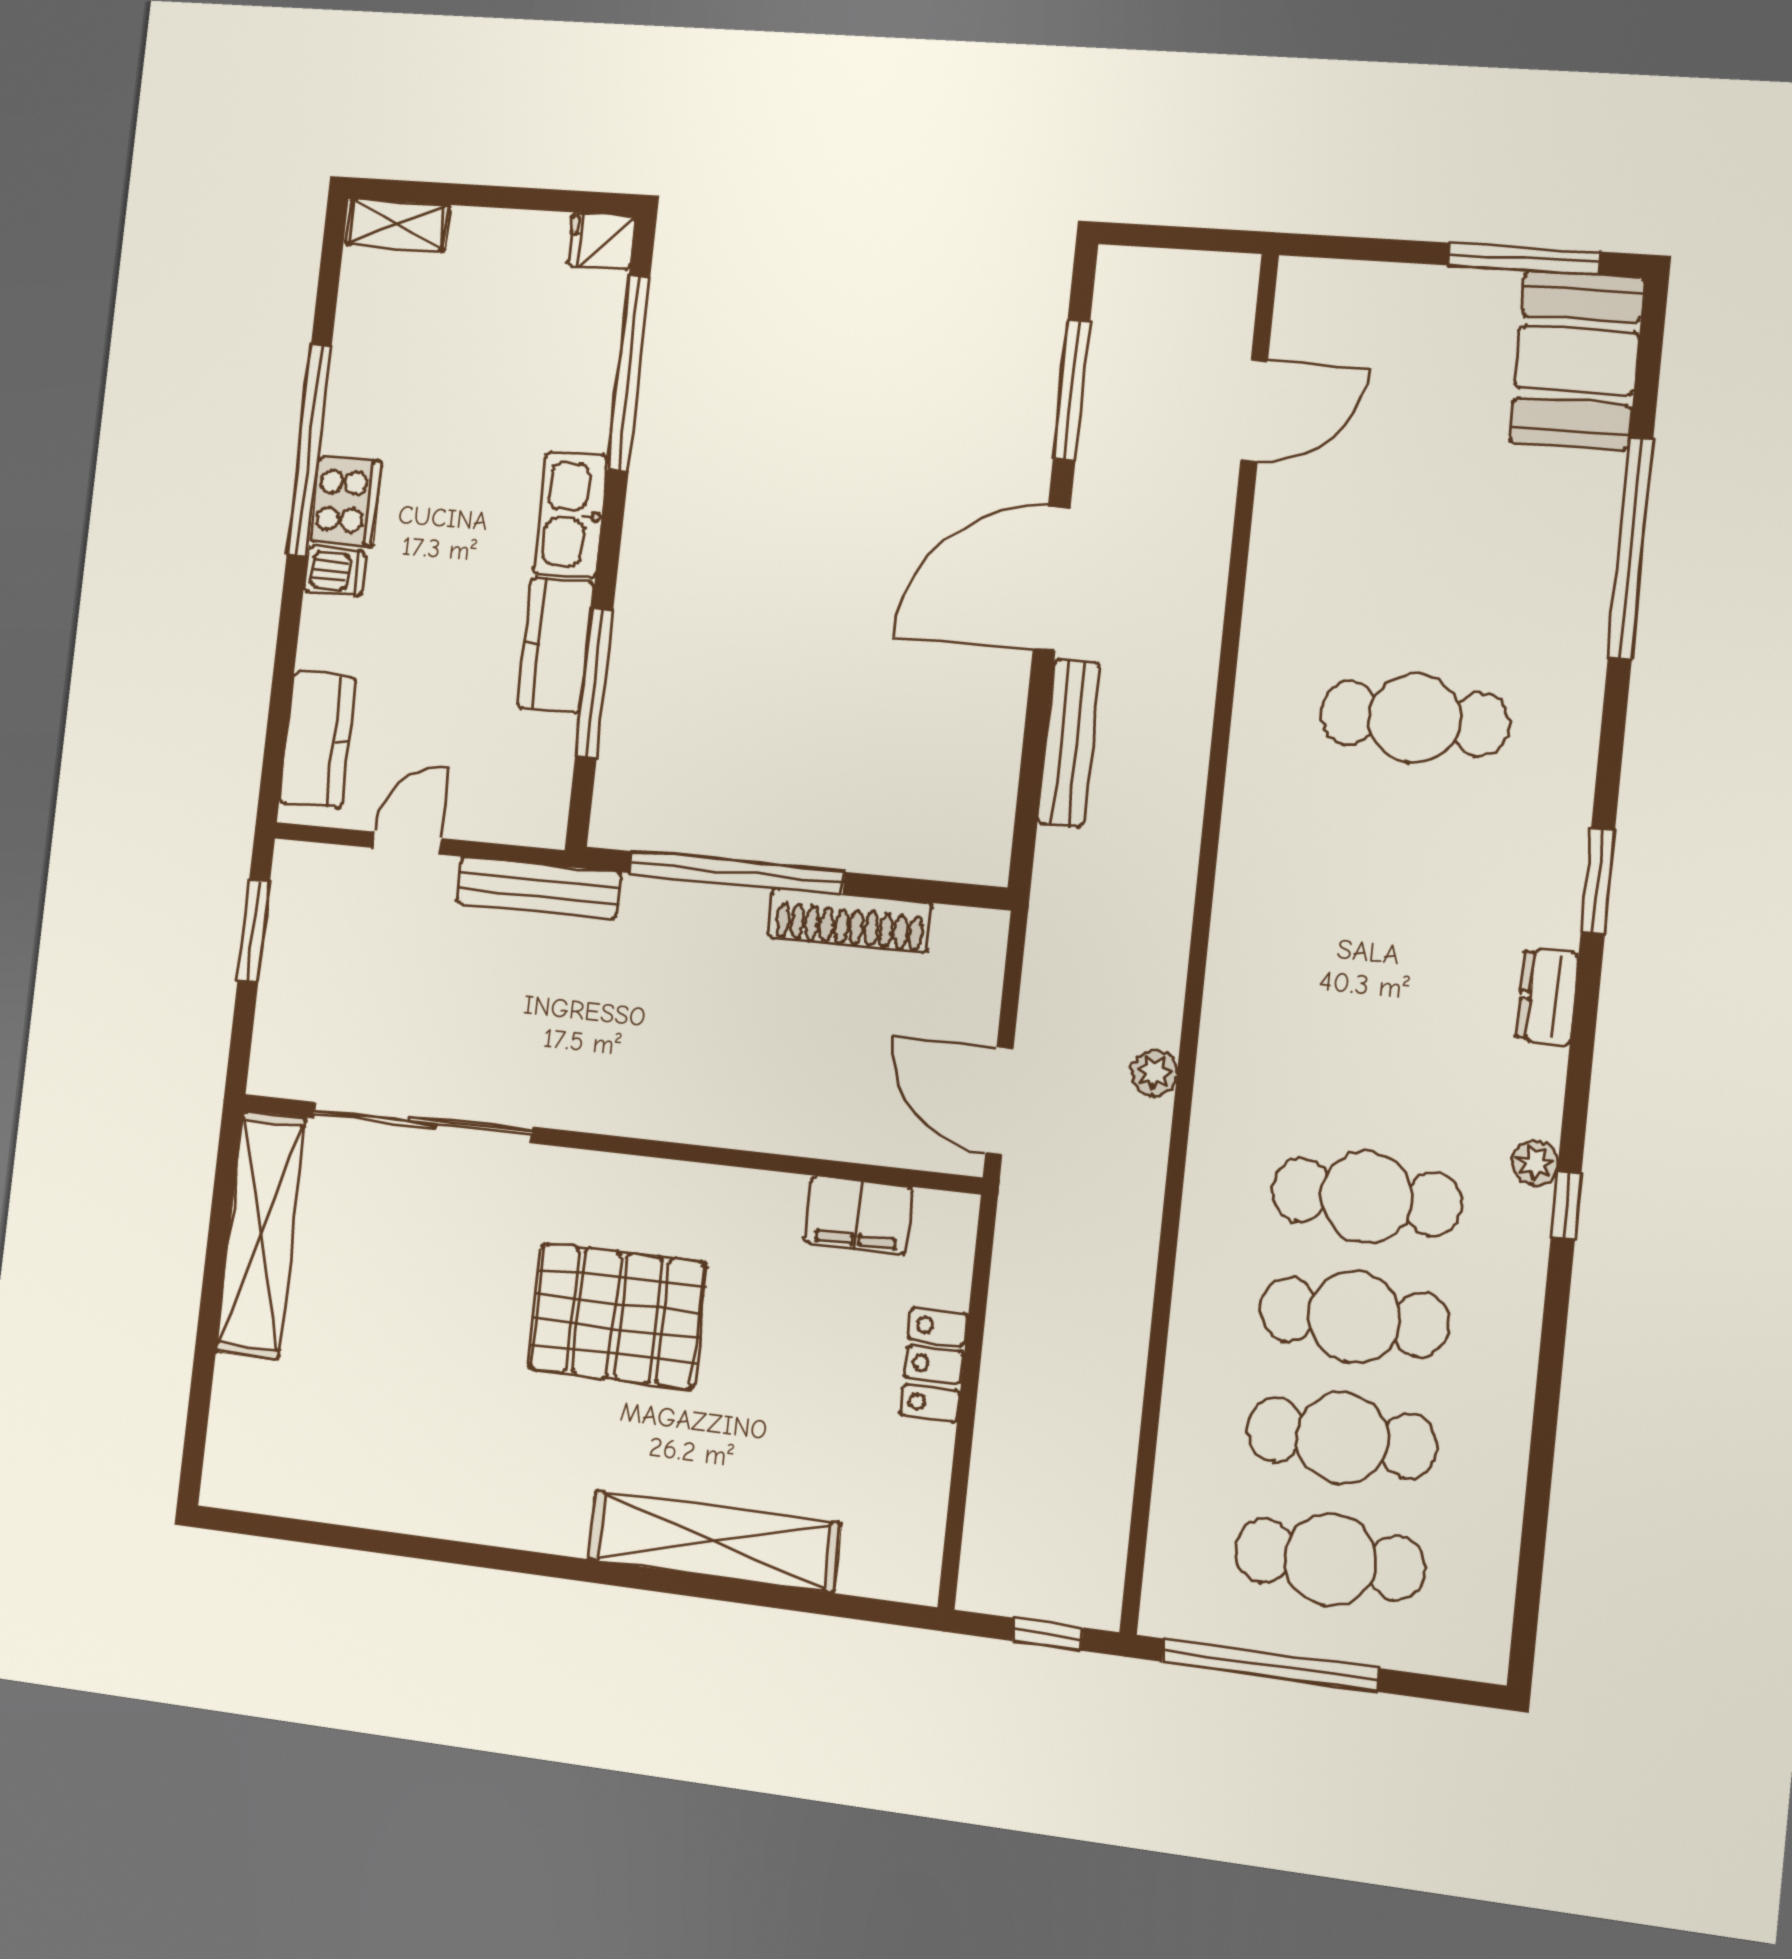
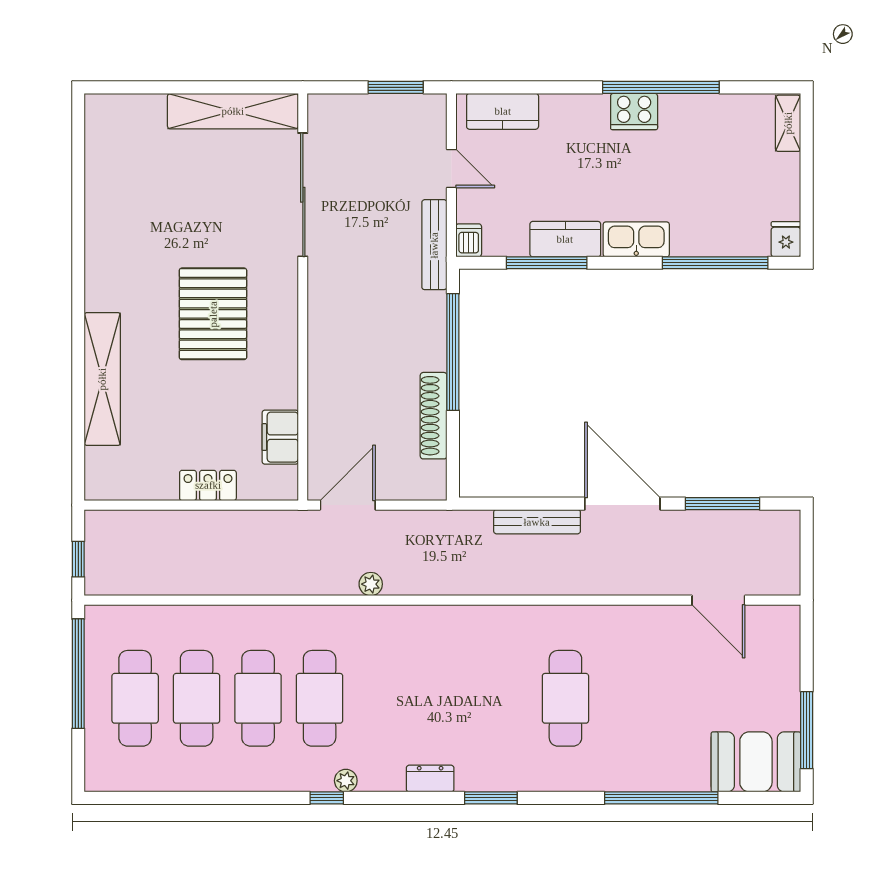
dishwasher: (335, 571) -> (469, 240), moved, turned 180

